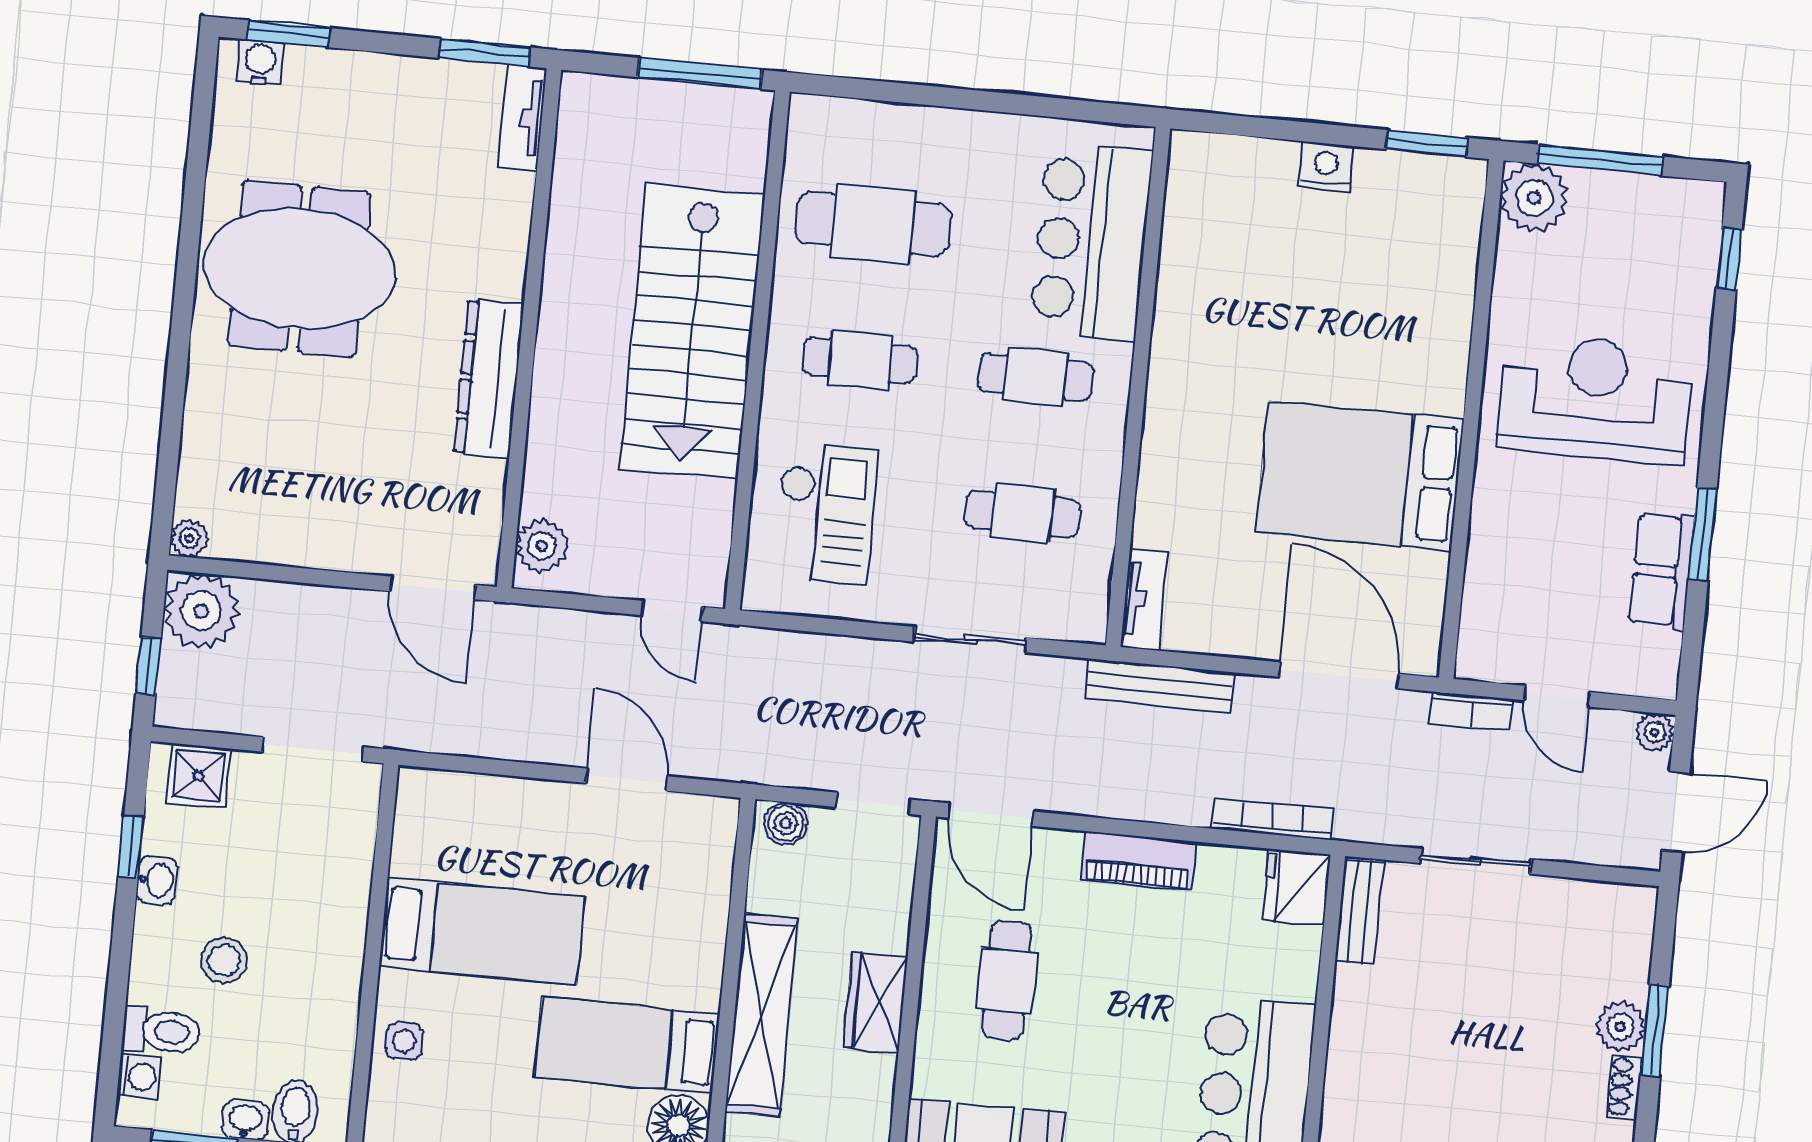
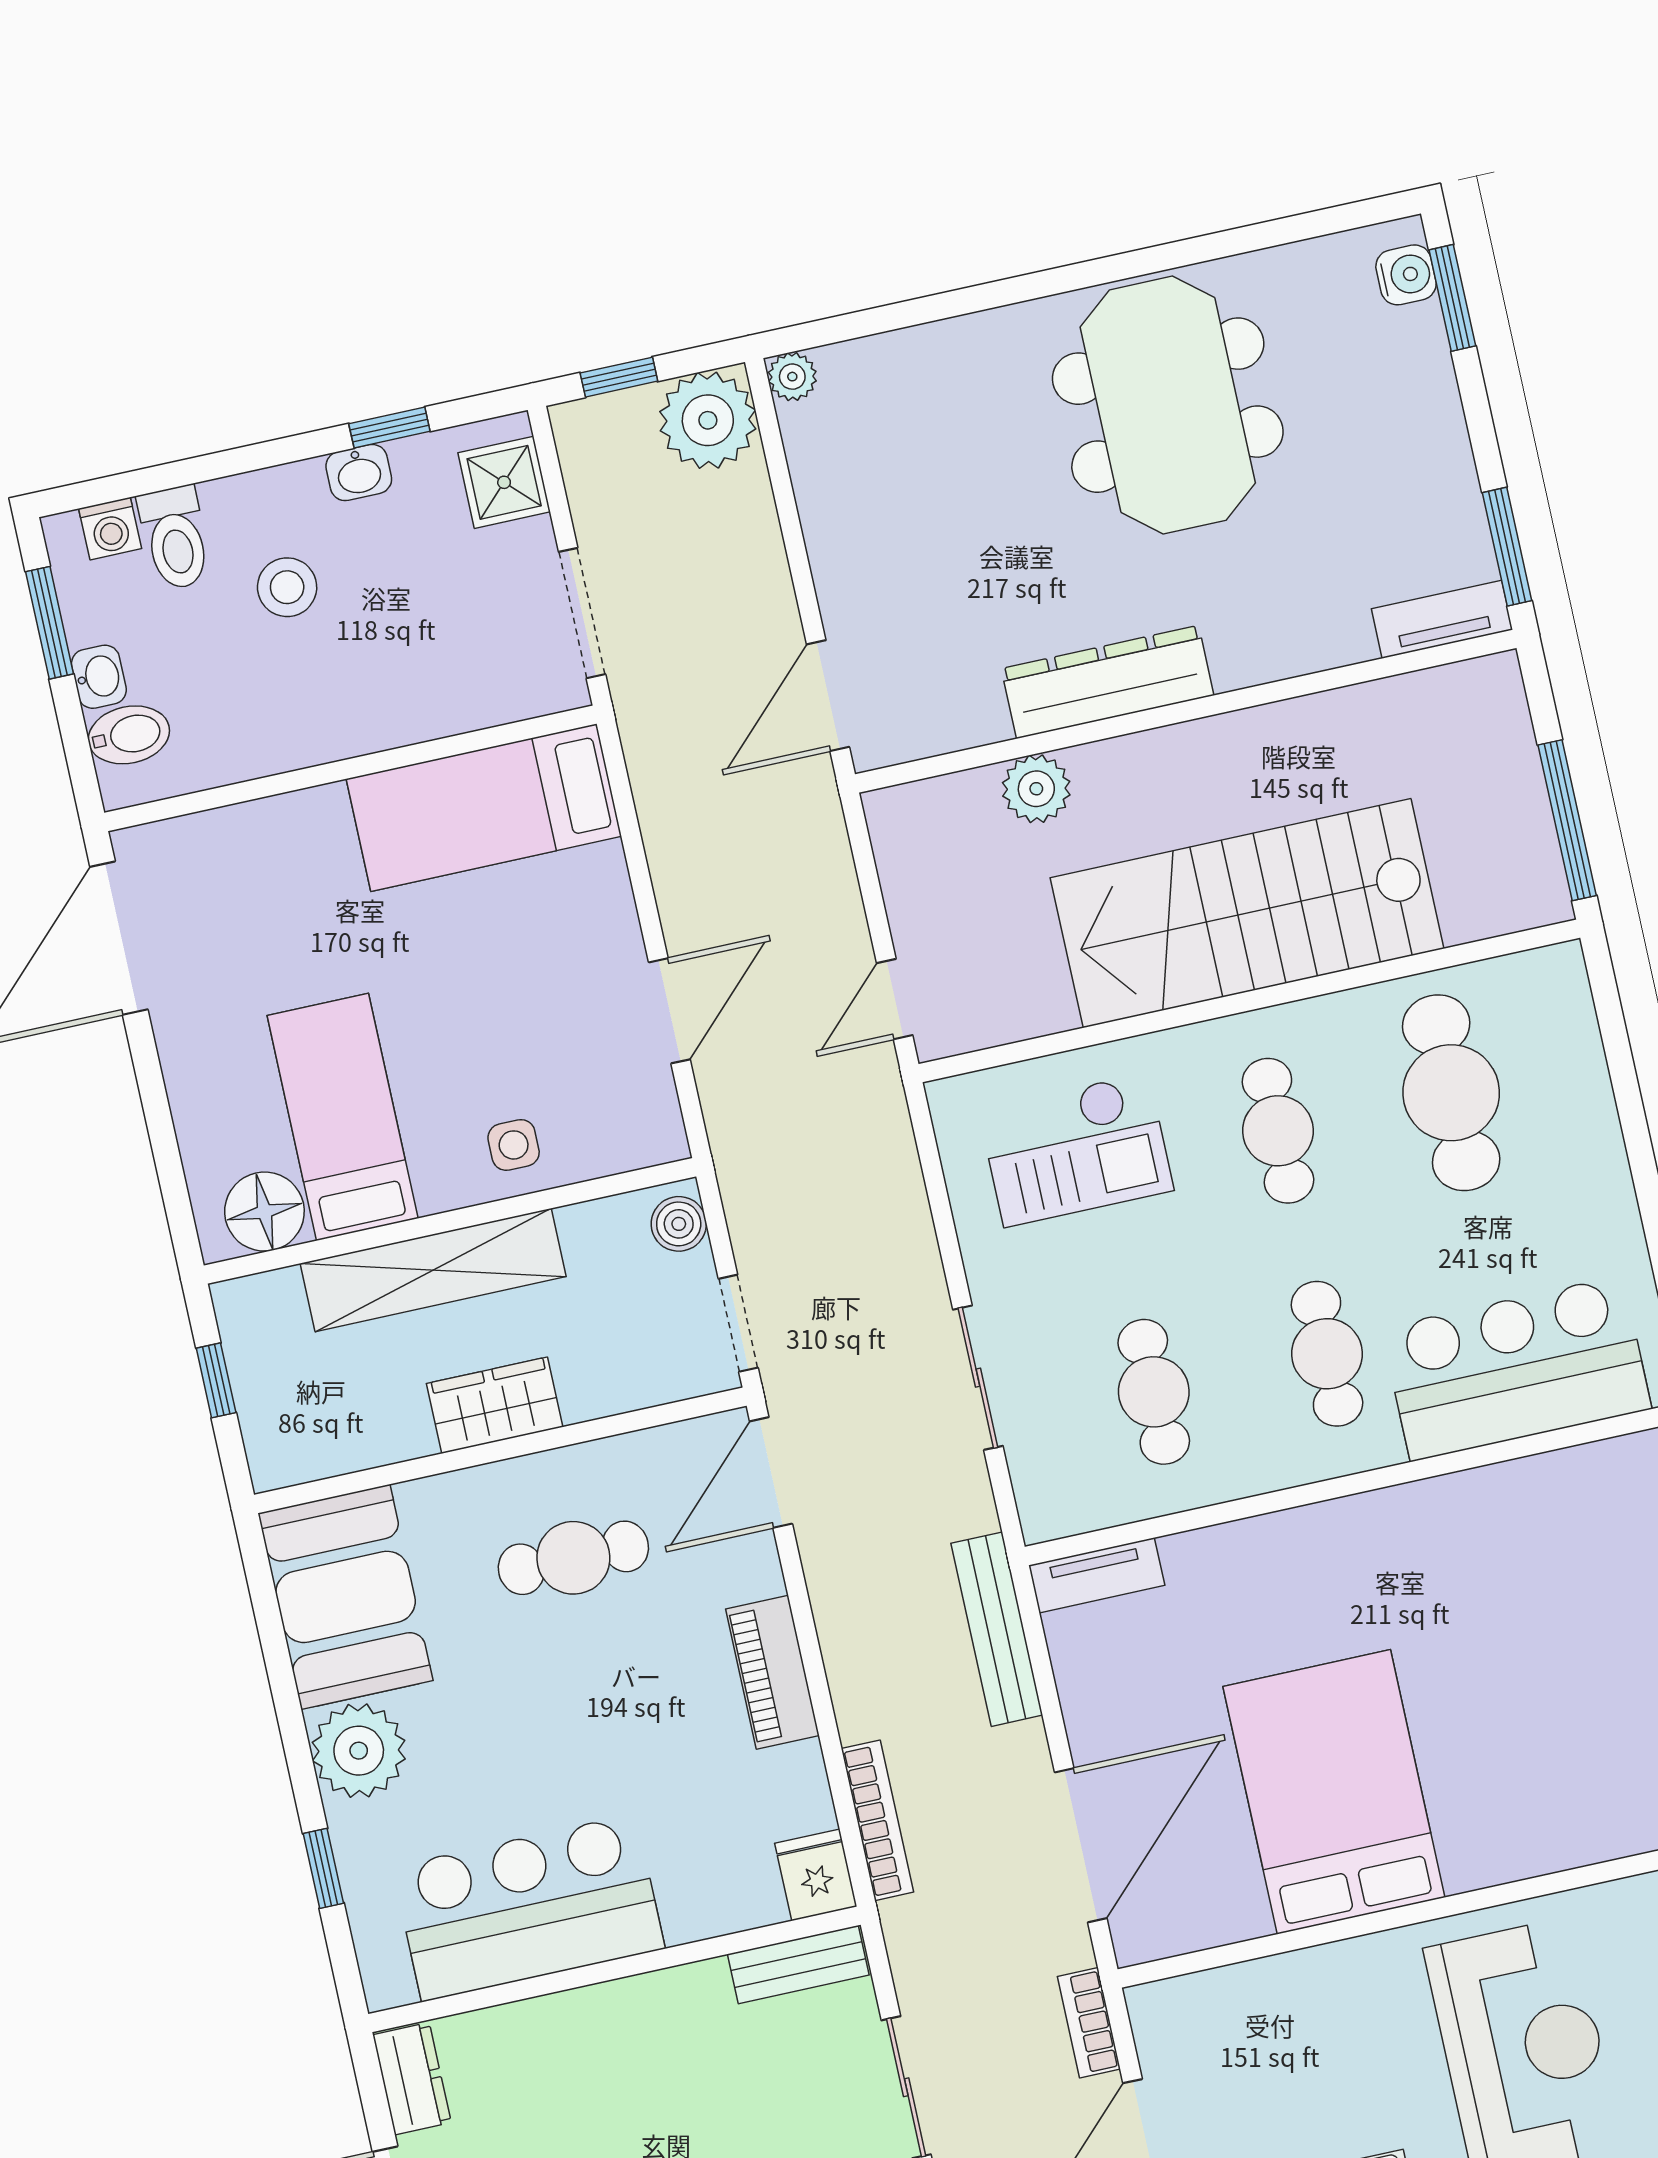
plant: (542, 546) -> (1036, 789), moved
fridge: (1297, 887) -> (816, 1875), width x0.72
bed: (482, 931) -> (484, 808), moved, turned 90
side table: (404, 1041) -> (514, 1145), moved

